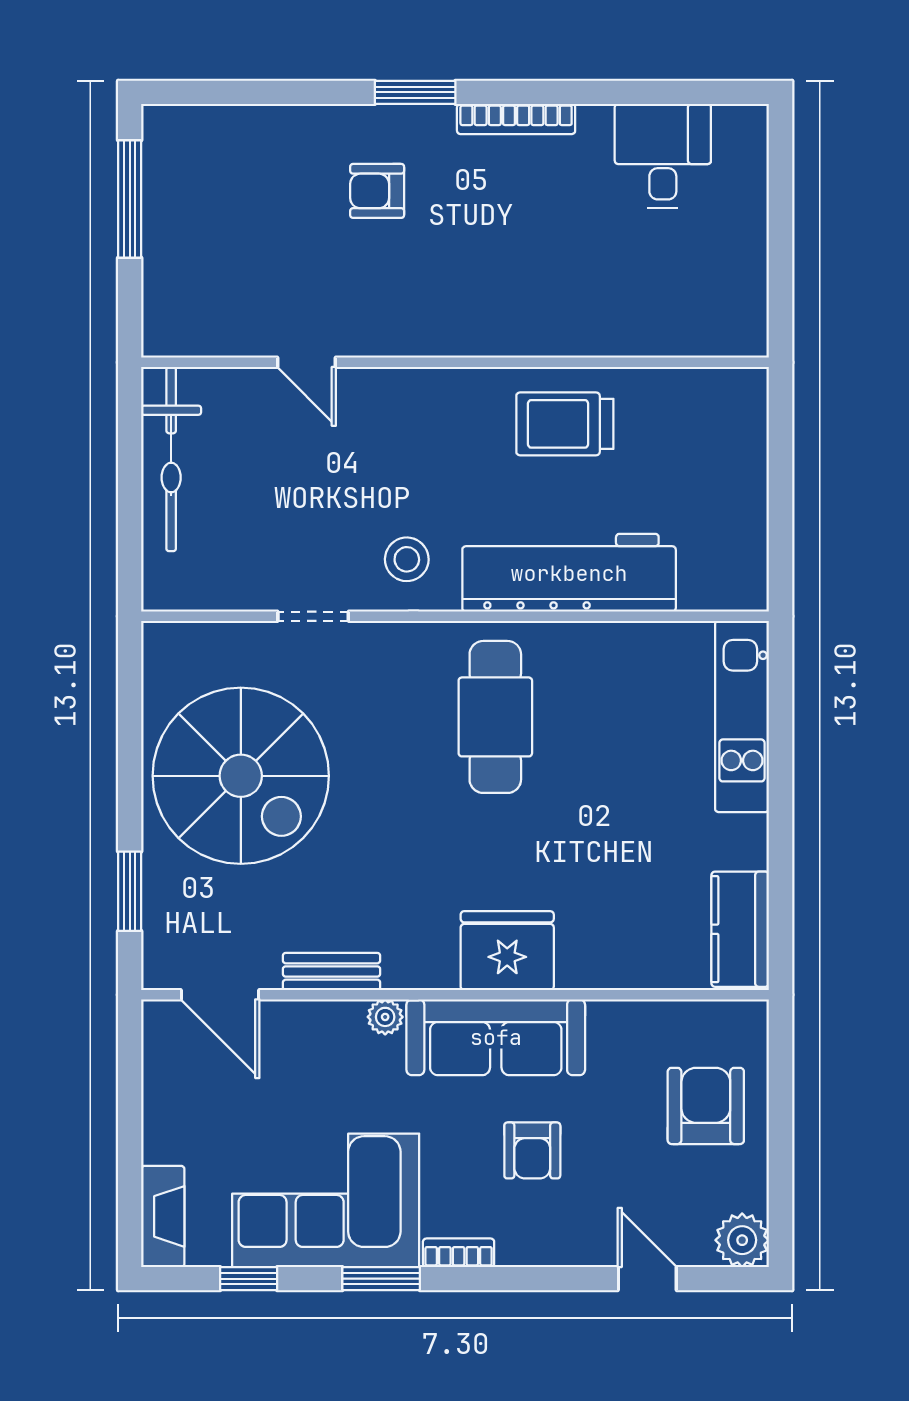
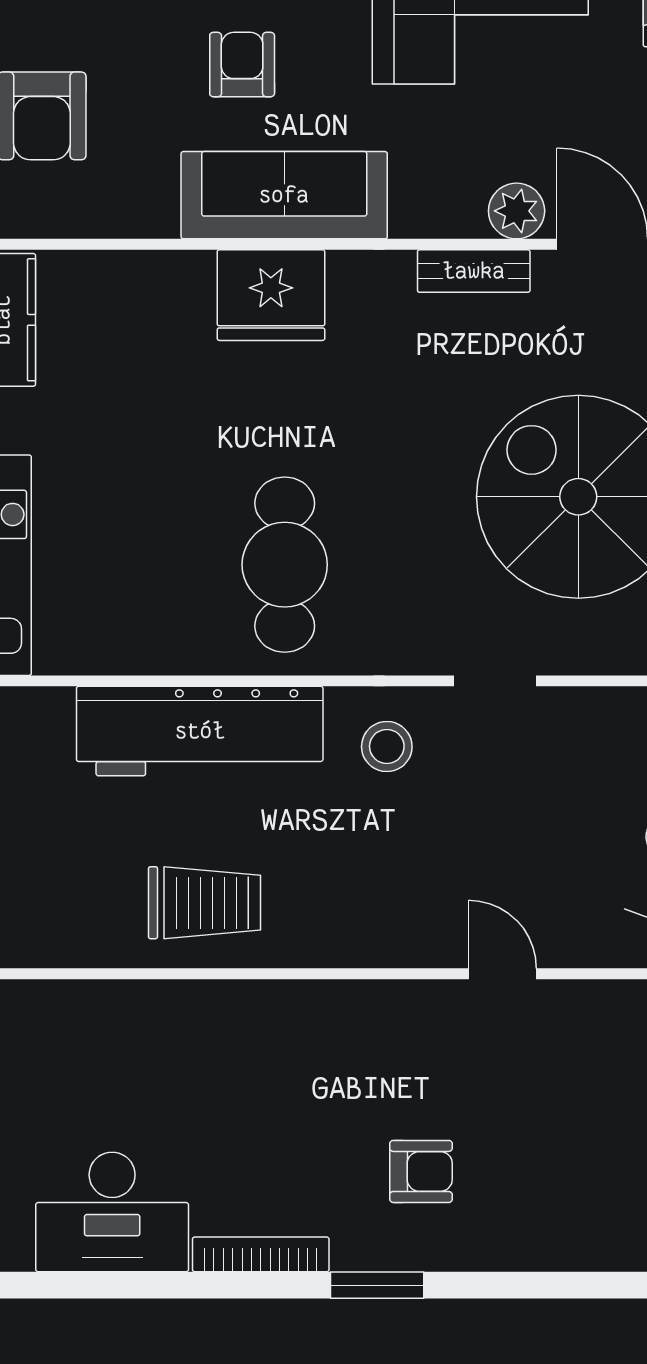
desk: (663, 156) -> (112, 1212), width x1.37
plant: (385, 1017) -> (517, 211), moved, width x1.38, depth x1.38

